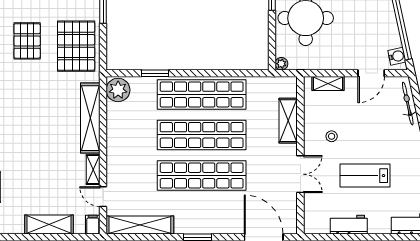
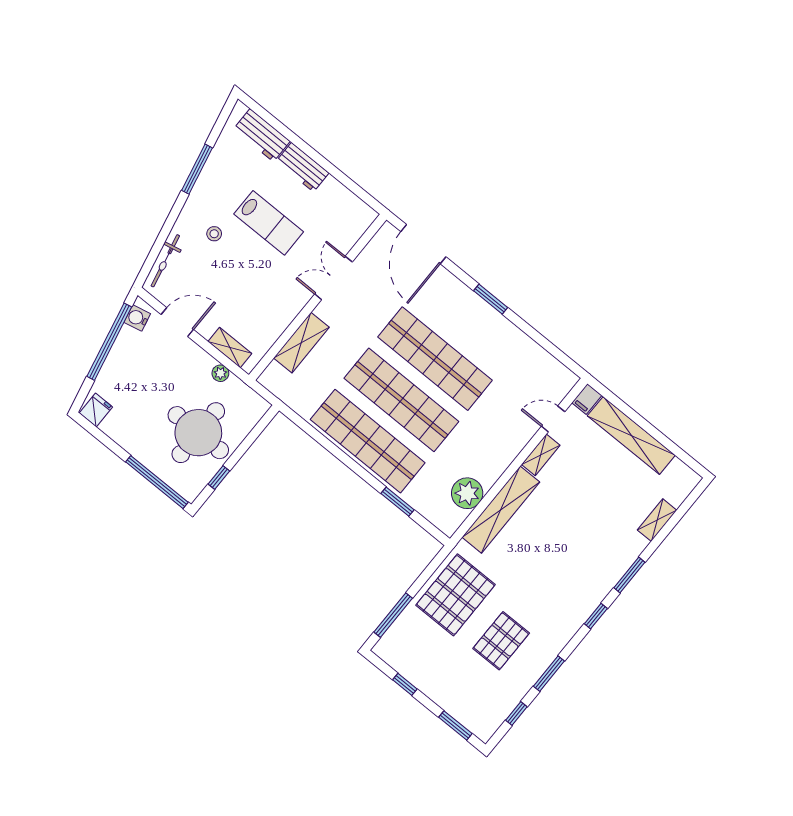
plant: (281, 64) -> (220, 373), moved
plant: (118, 90) -> (467, 493), moved
stool: (332, 136) -> (214, 234), moved
door: (103, 197) -> (553, 419), swing flipped
shelving: (49, 225) -> (631, 436), width x1.47
shelving: (140, 225) -> (539, 360), removed
workbench: (349, 225) -> (303, 167), moved

